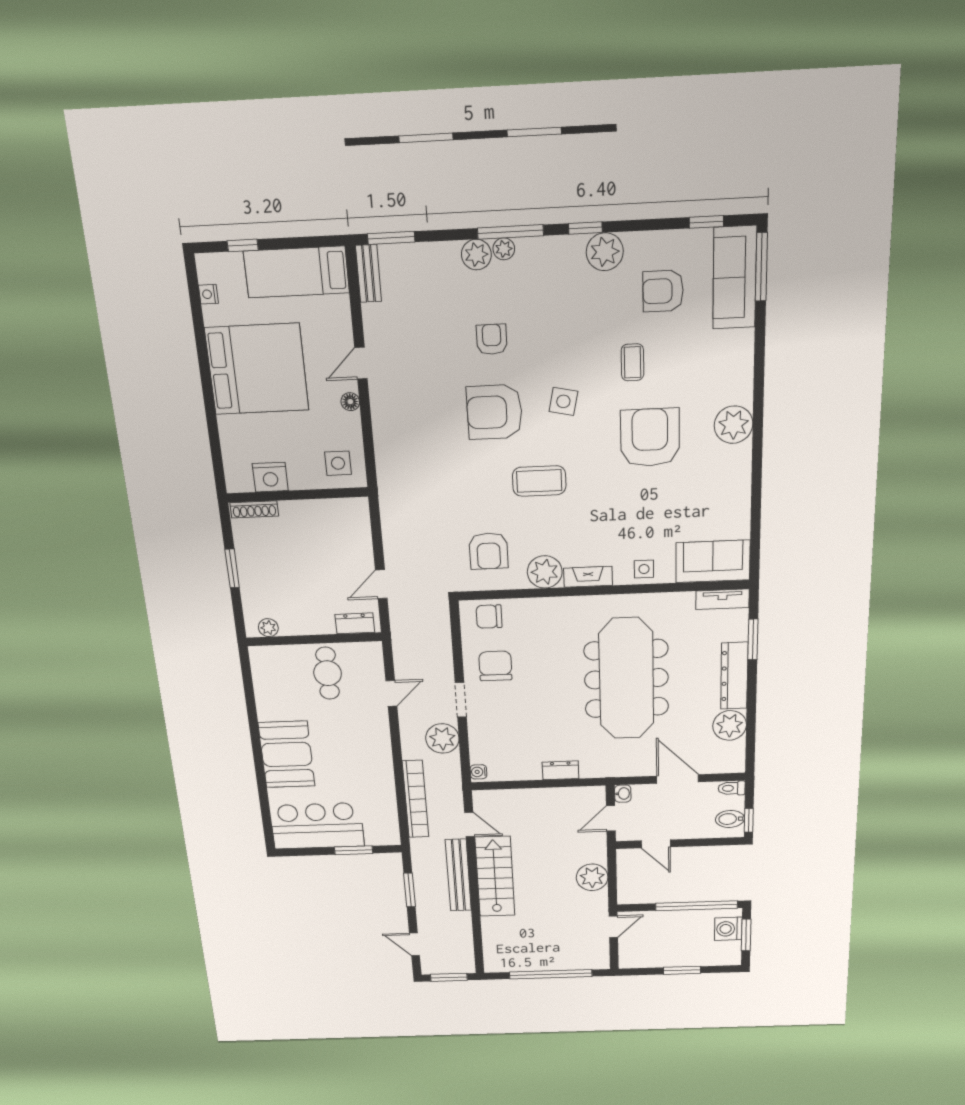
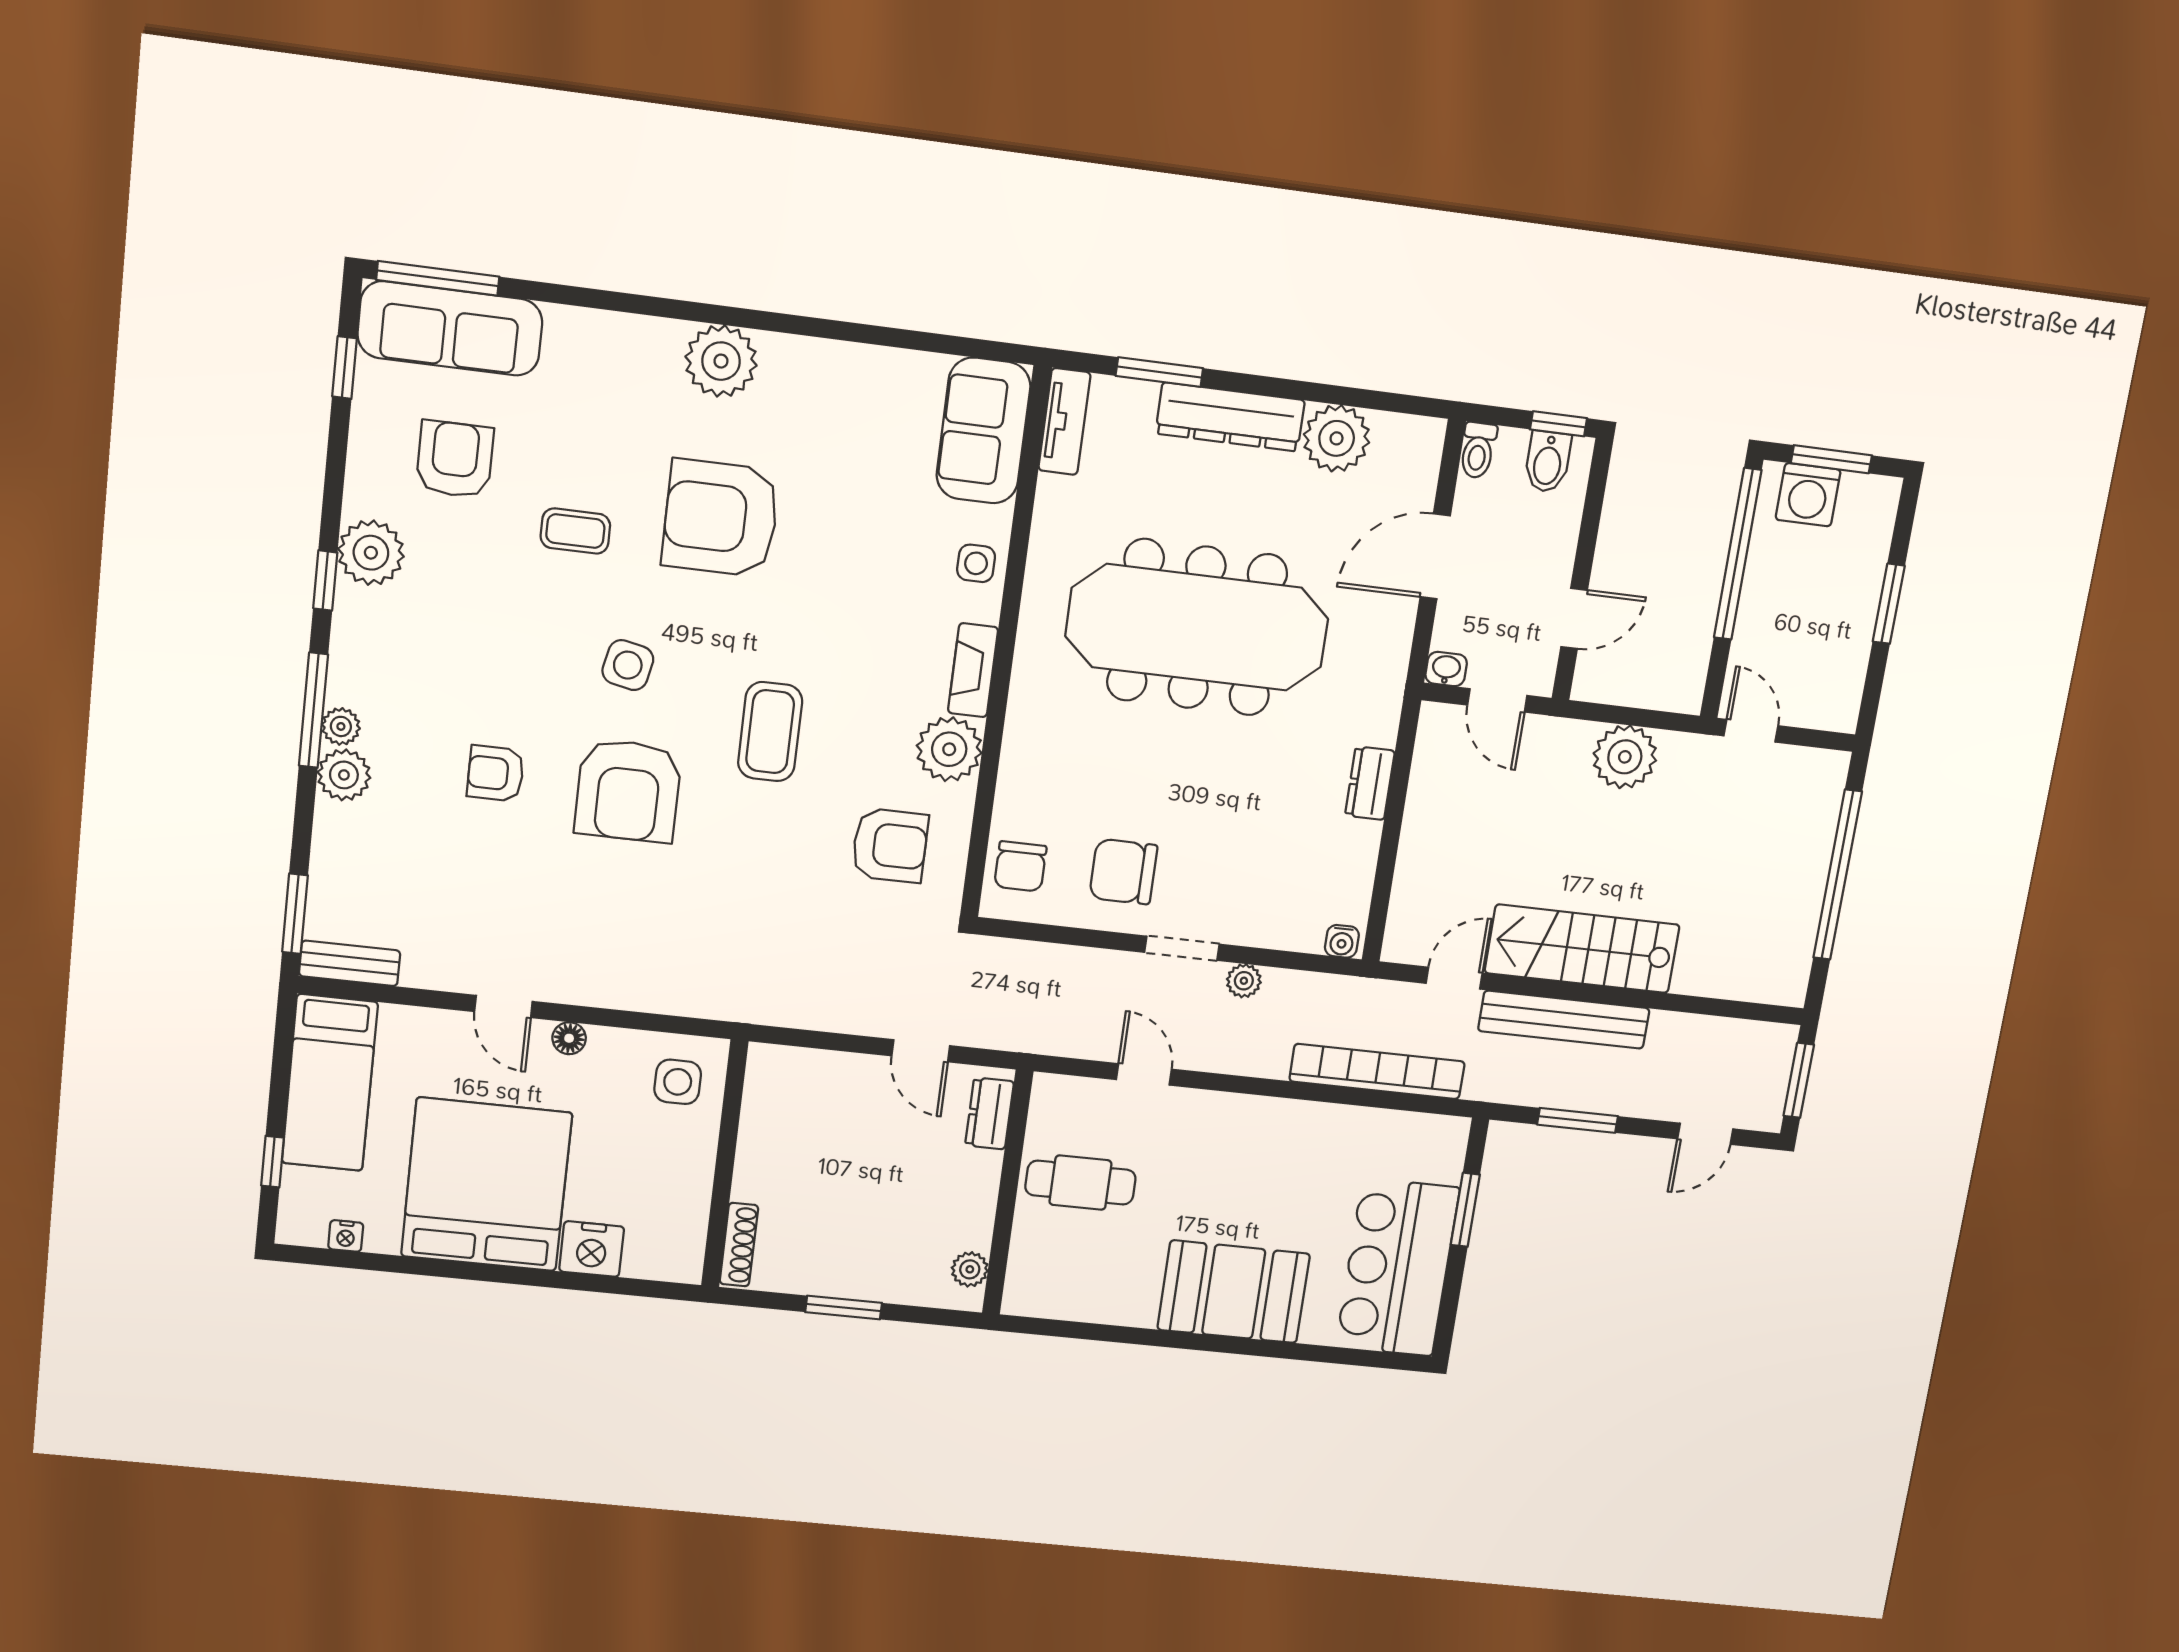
armchair: (663, 291) -> (455, 459), turned 180
nightstand: (270, 477) -> (592, 1249), moved, turned 90
plant: (442, 738) -> (1244, 981), width x0.53, depth x0.53

